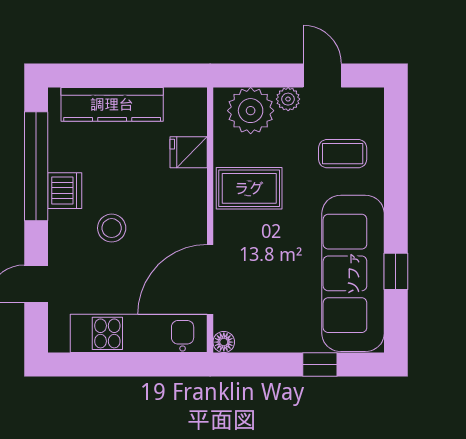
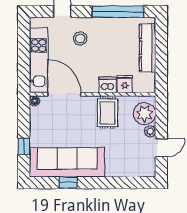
coffee table: (343, 154) -> (124, 157), removed
dishwasher: (65, 191) -> (108, 85), moved, turned 180
stool: (112, 228) -> (80, 38), moved

